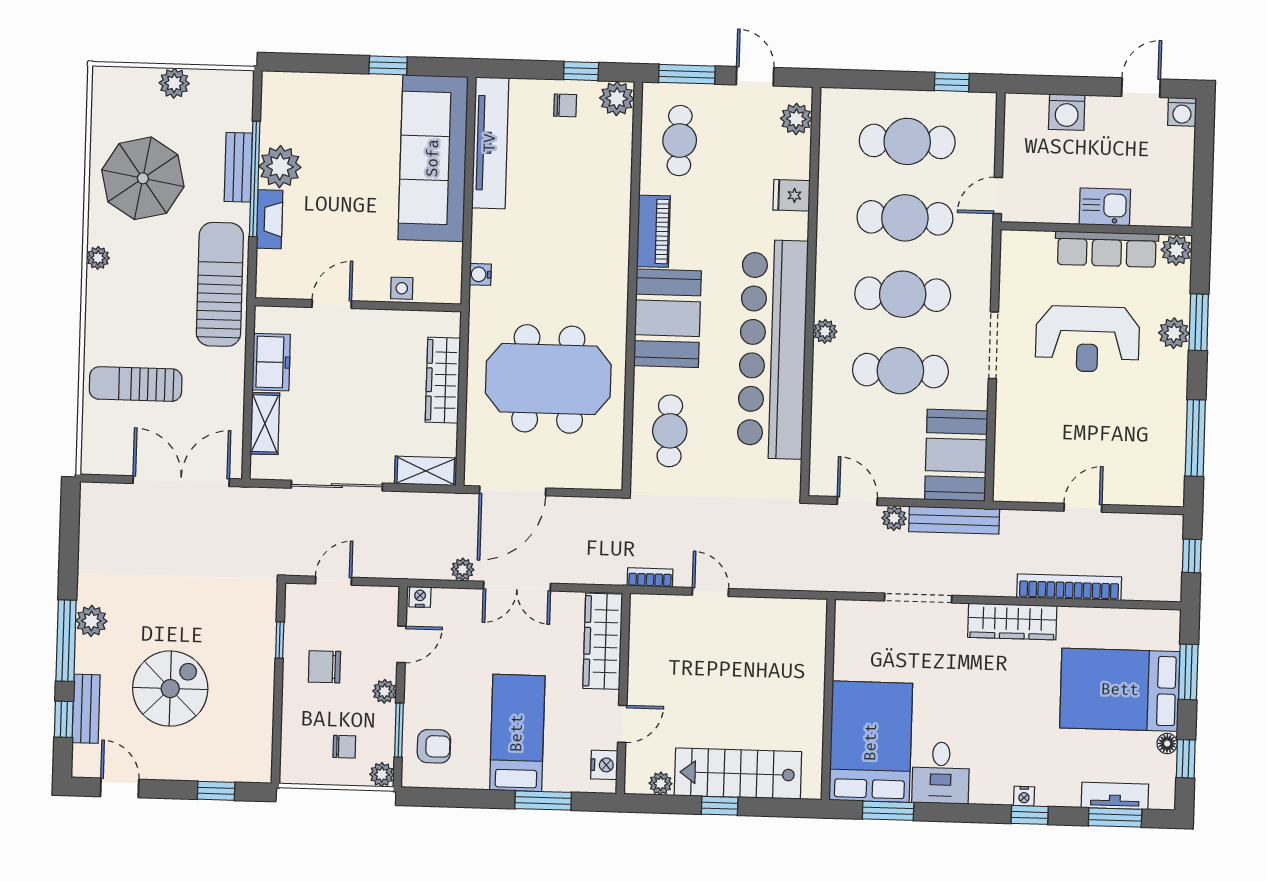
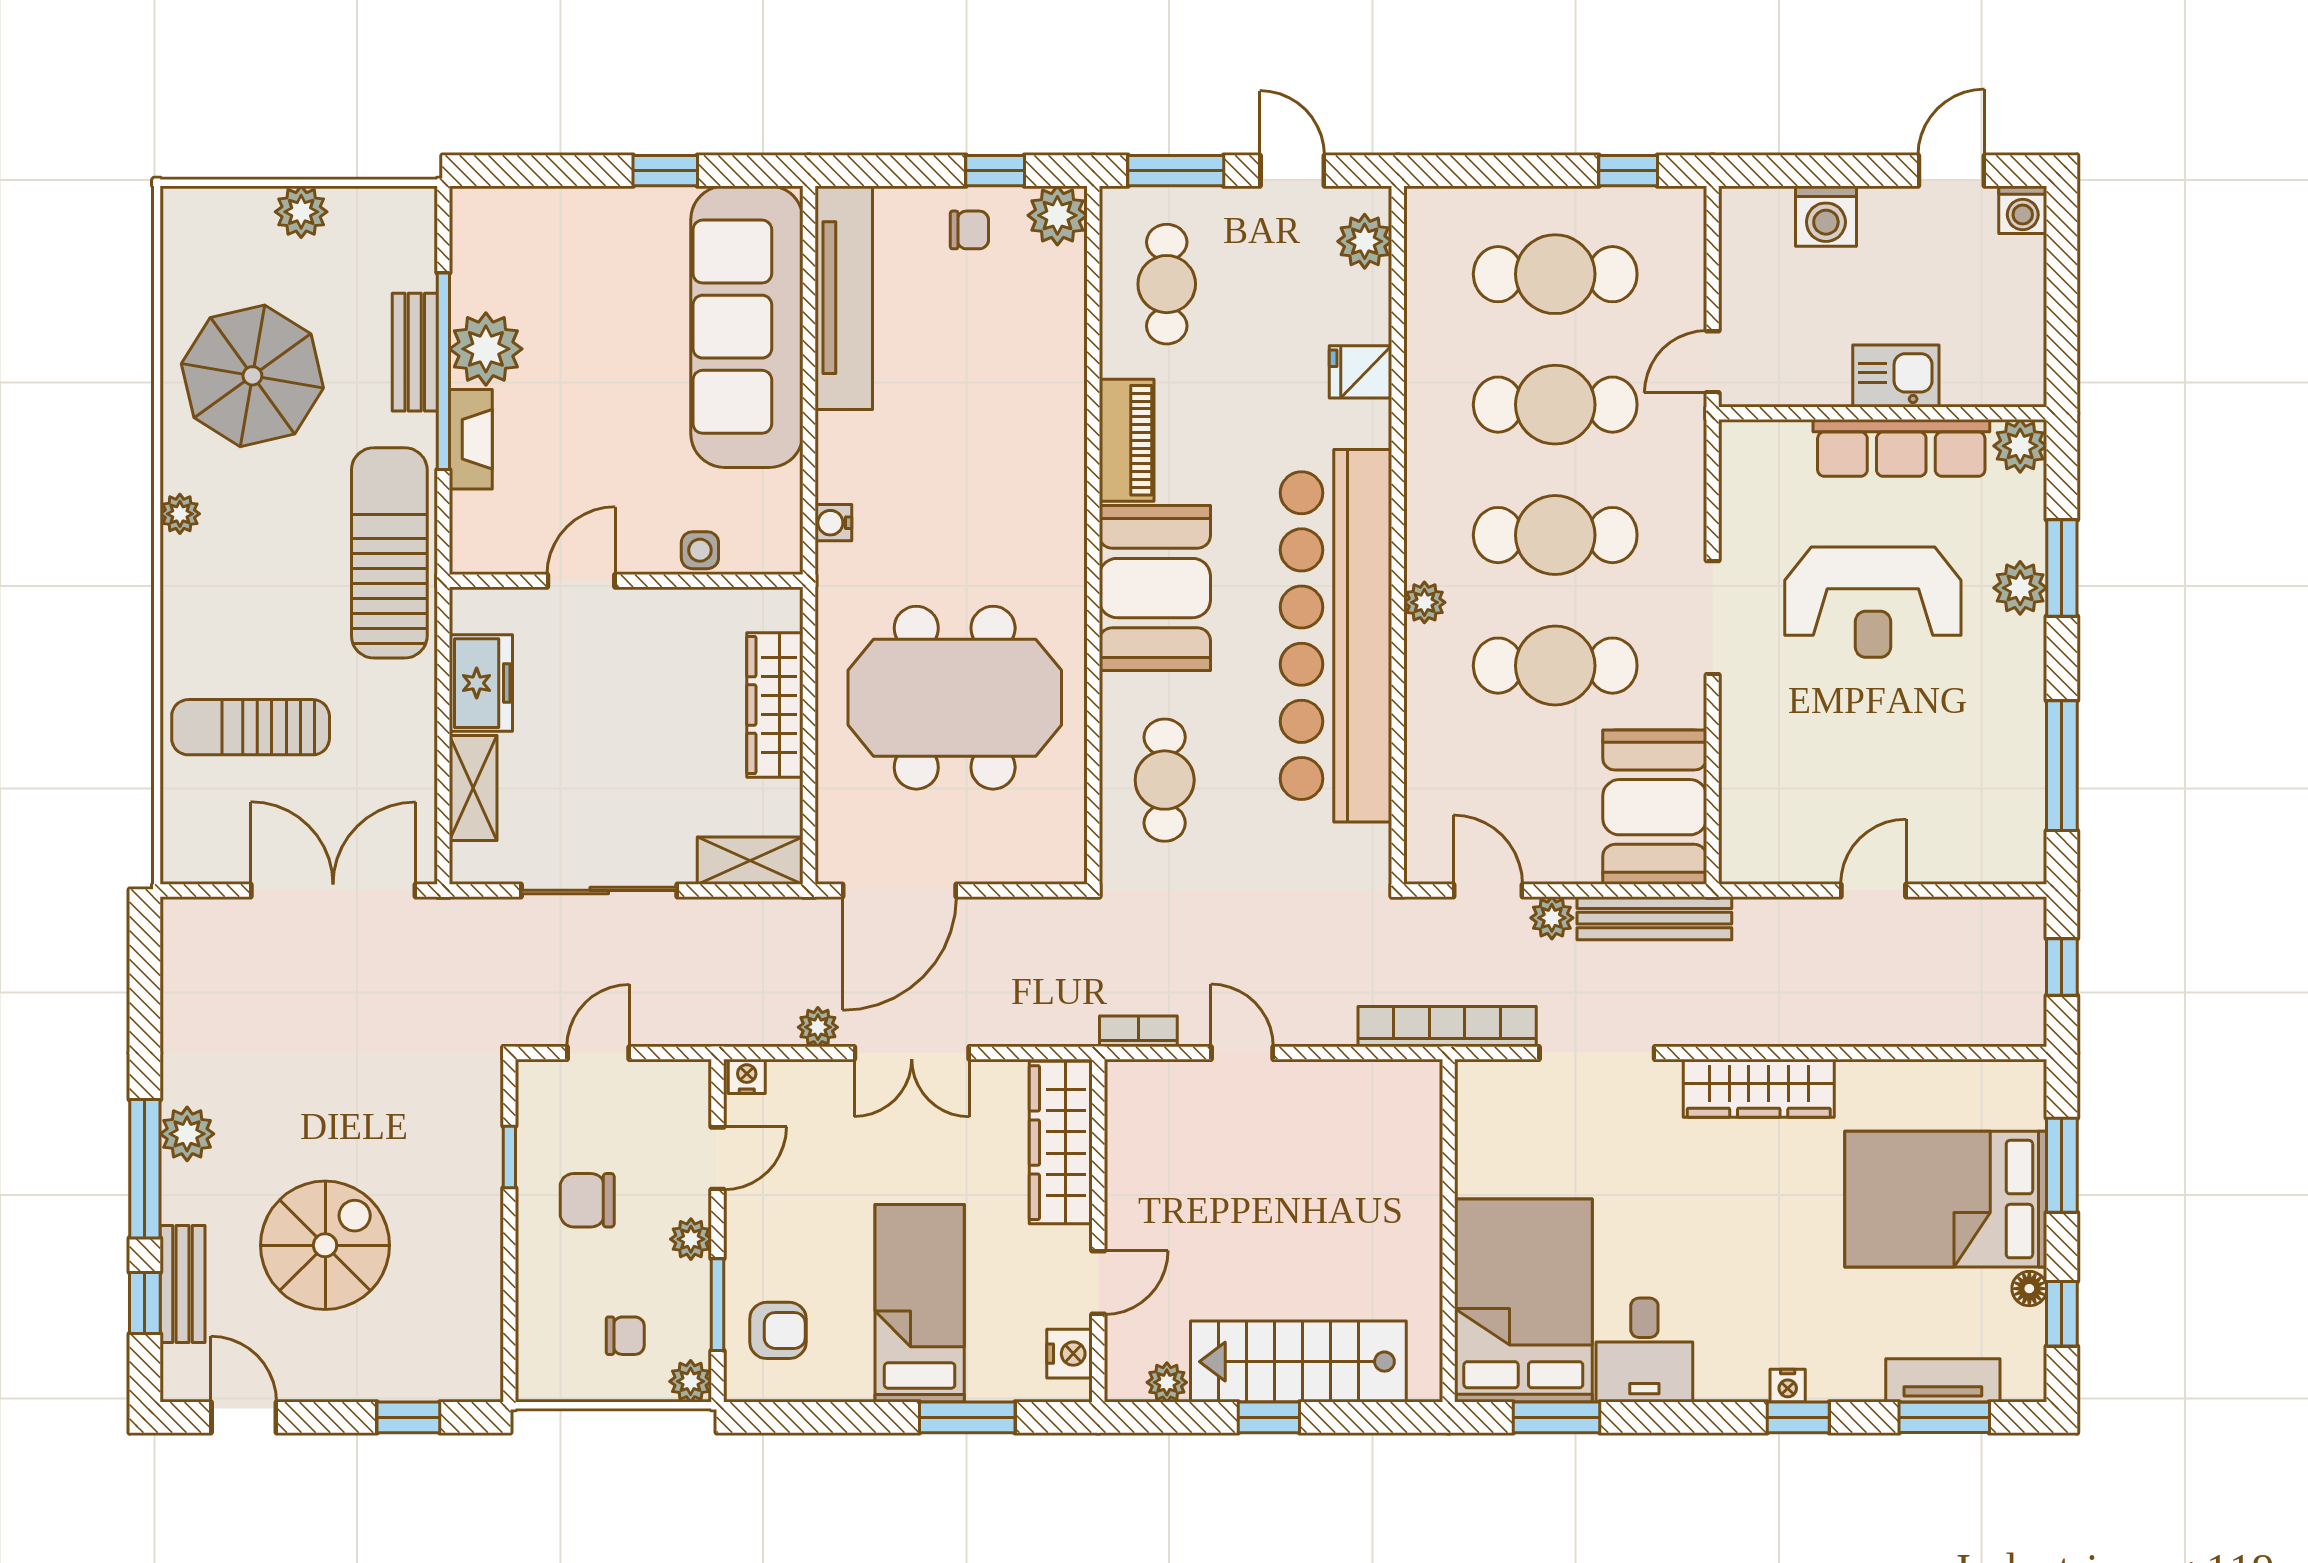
bookcase: (1069, 587) -> (1447, 1027), moved

